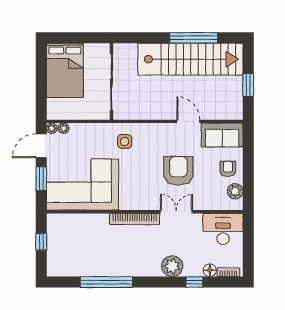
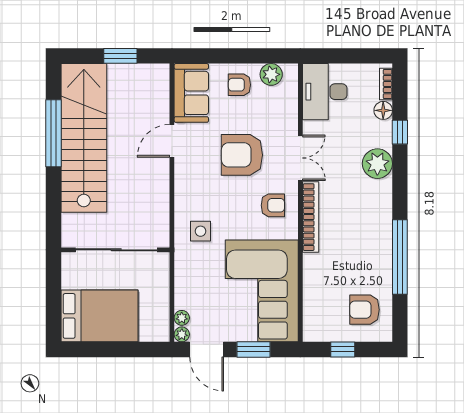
armchair: (143, 193) -> (273, 205), added
double door: (176, 212) -> (300, 158), swing flipped
armchair: (69, 257) -> (364, 310), added

